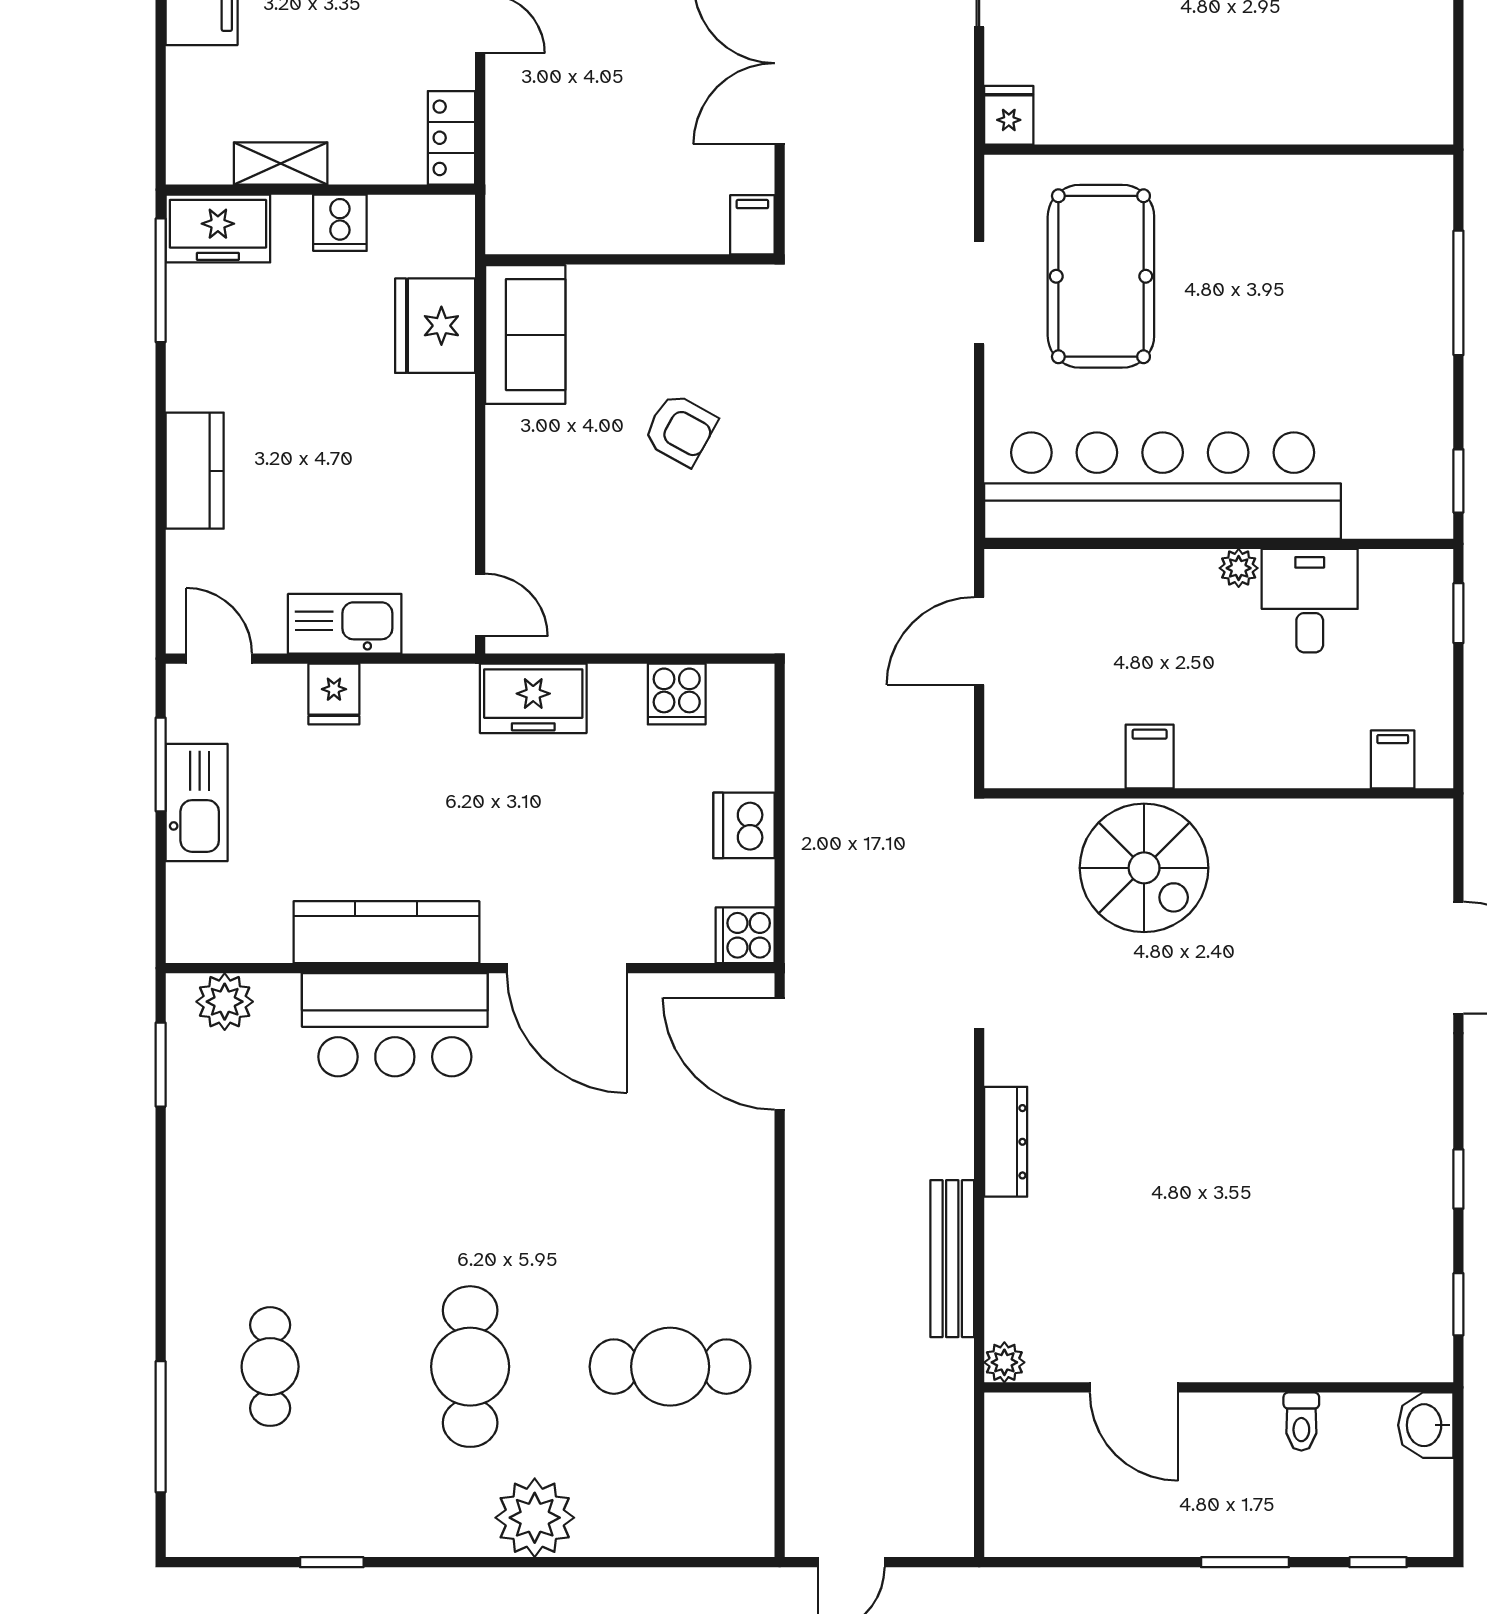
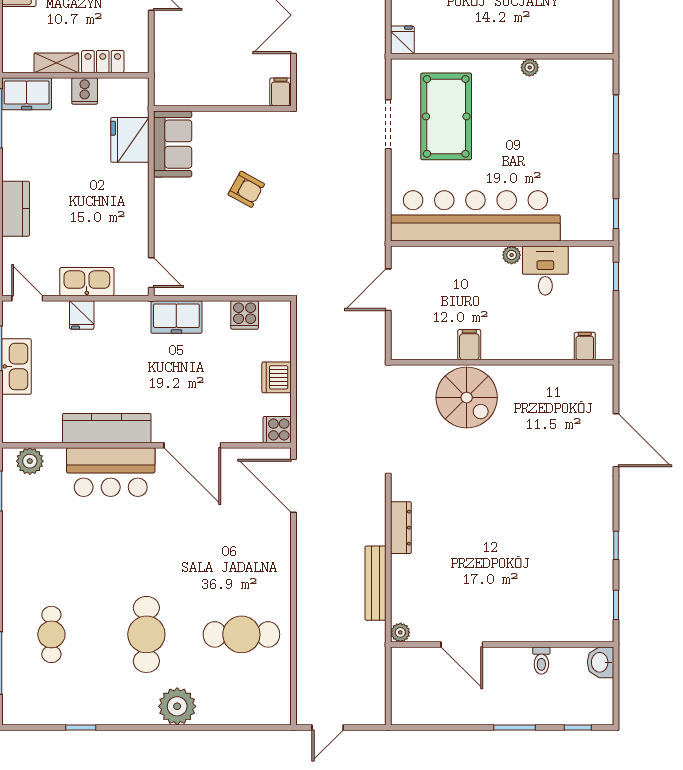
locker: (451, 138) -> (103, 62), moved, turned 90
plant: (1277, 173) -> (530, 67), added

